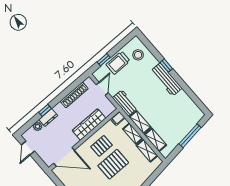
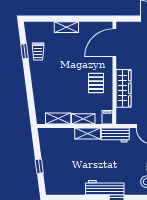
window: (190, 136) -> (39, 166), width x0.46
shelving: (155, 140) -> (61, 134), removed
pallet: (113, 164) -> (72, 80), removed

